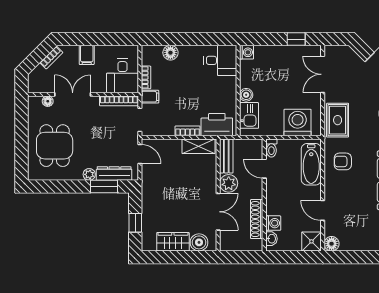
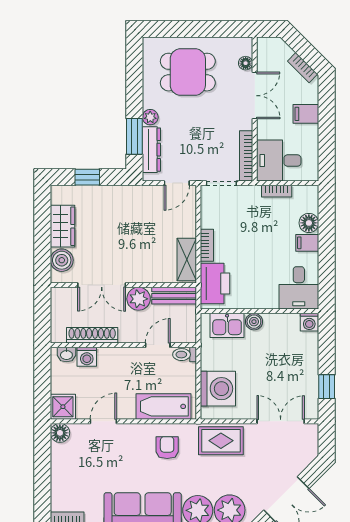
filing cabinet: (150, 97) -> (307, 243), moved, turned 90

